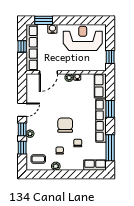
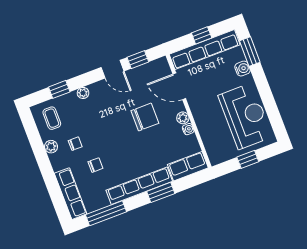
window: (110, 57) -> (248, 159), moved
chair: (65, 125) -> (145, 117), moved
window: (22, 129) -> (138, 60), moved
row of seats: (95, 165) -> (71, 194), width x1.48

